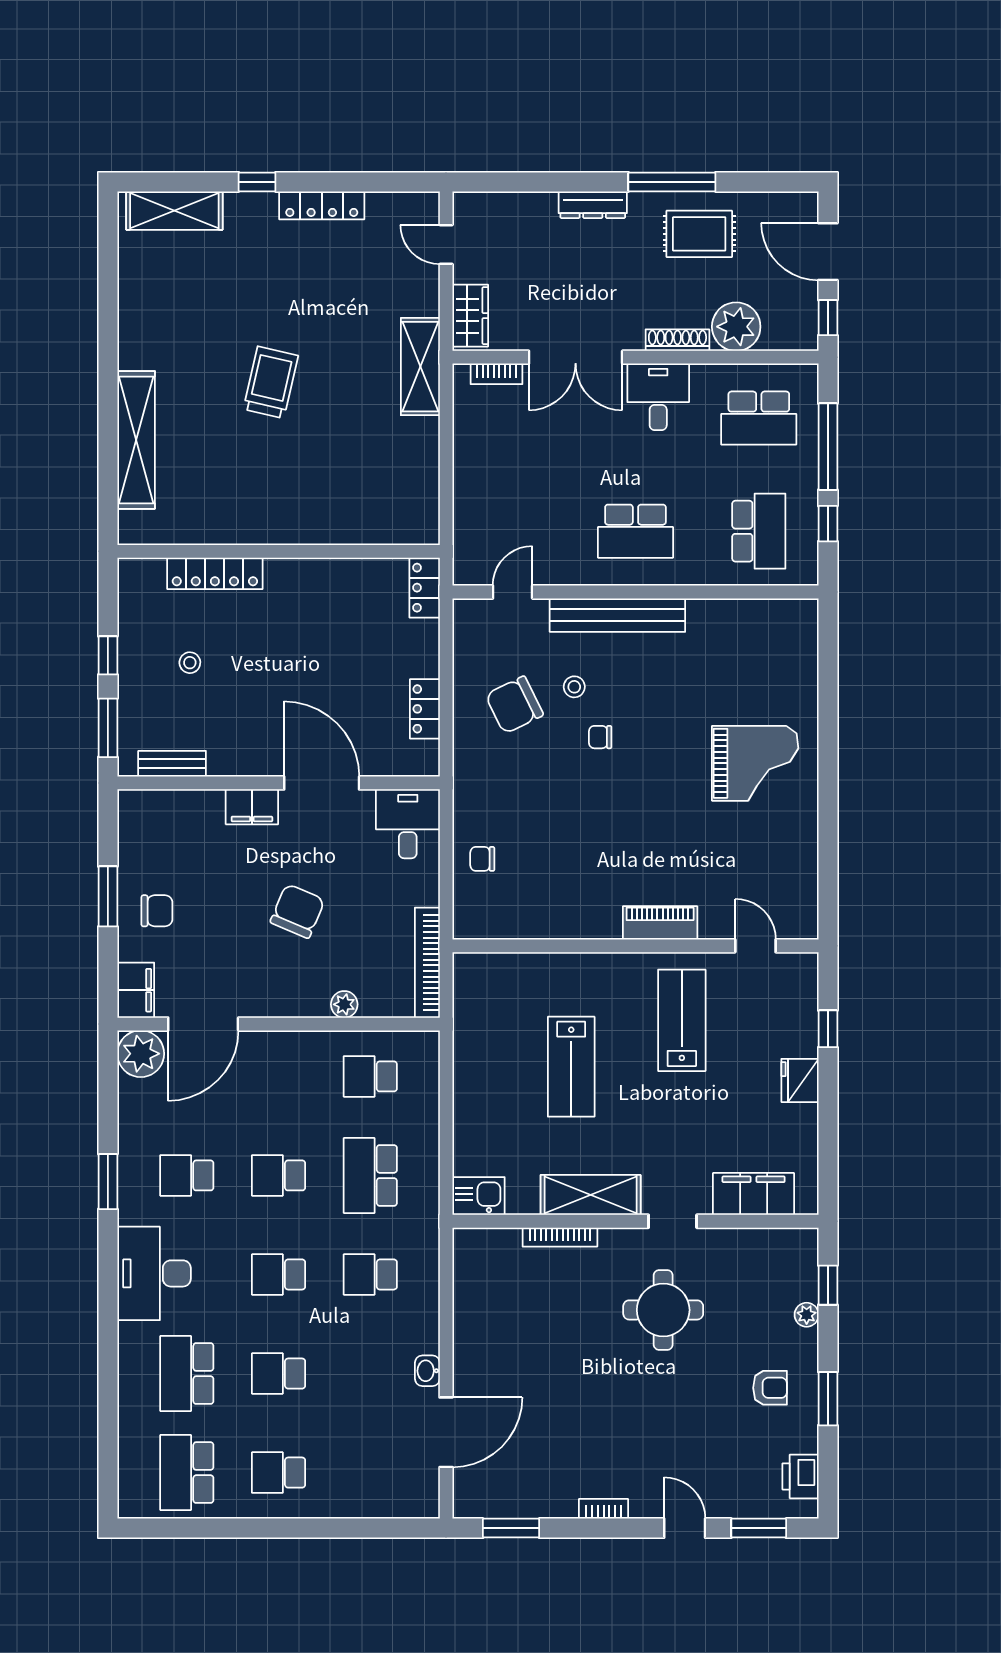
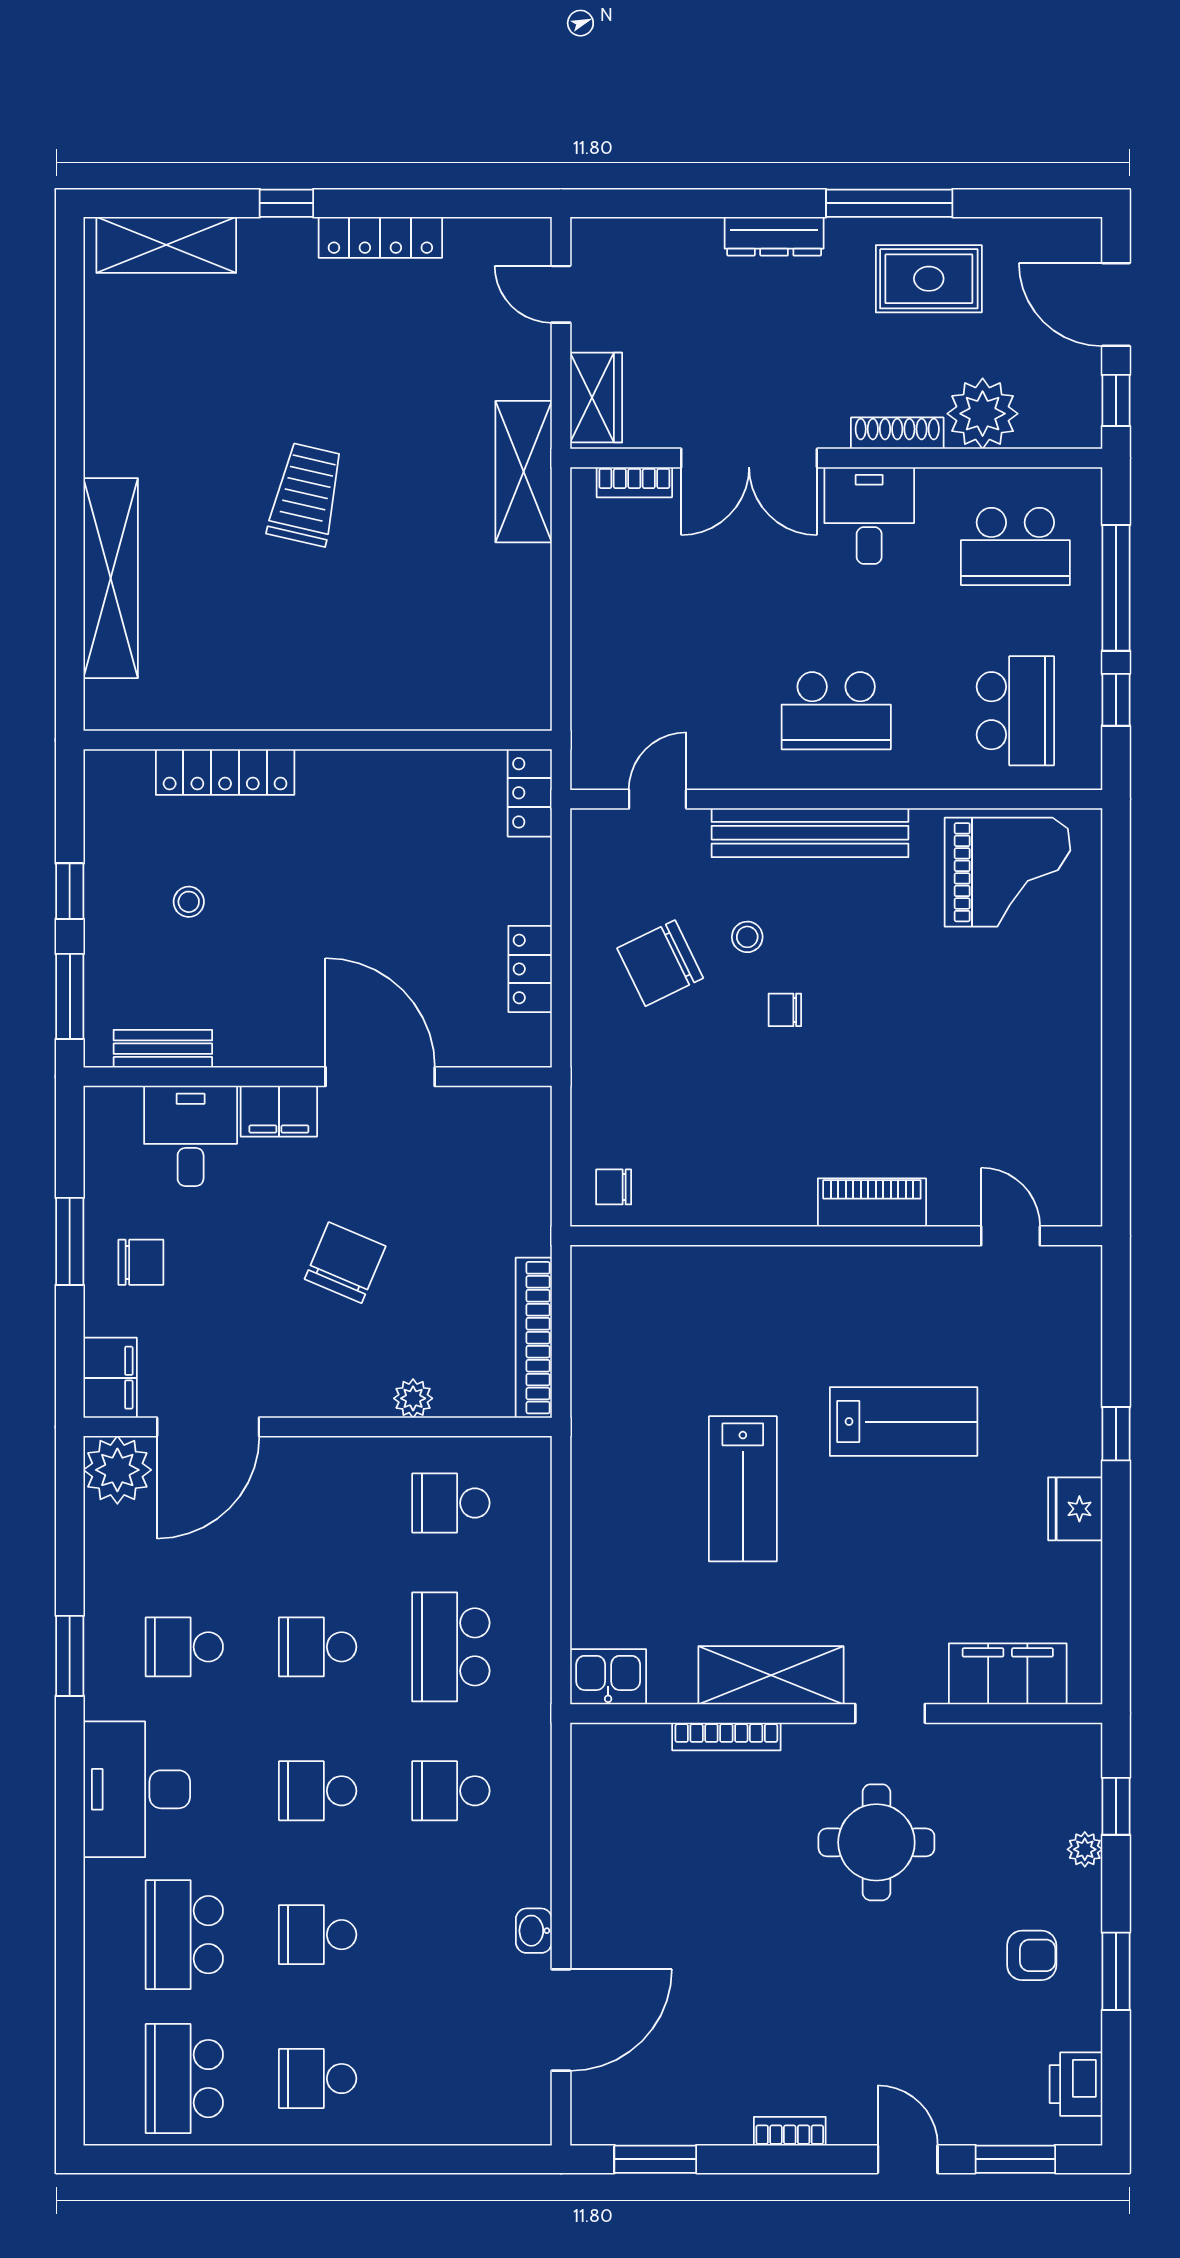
grand piano: (755, 763) -> (1007, 872), moved
desk: (408, 824) -> (191, 1136), moved
piano: (660, 923) -> (872, 1203), moved
wall: (635, 946) -> (836, 1236), moved
door: (755, 946) -> (1010, 1236), moved
lab bench: (682, 1020) -> (904, 1422), turned 90

